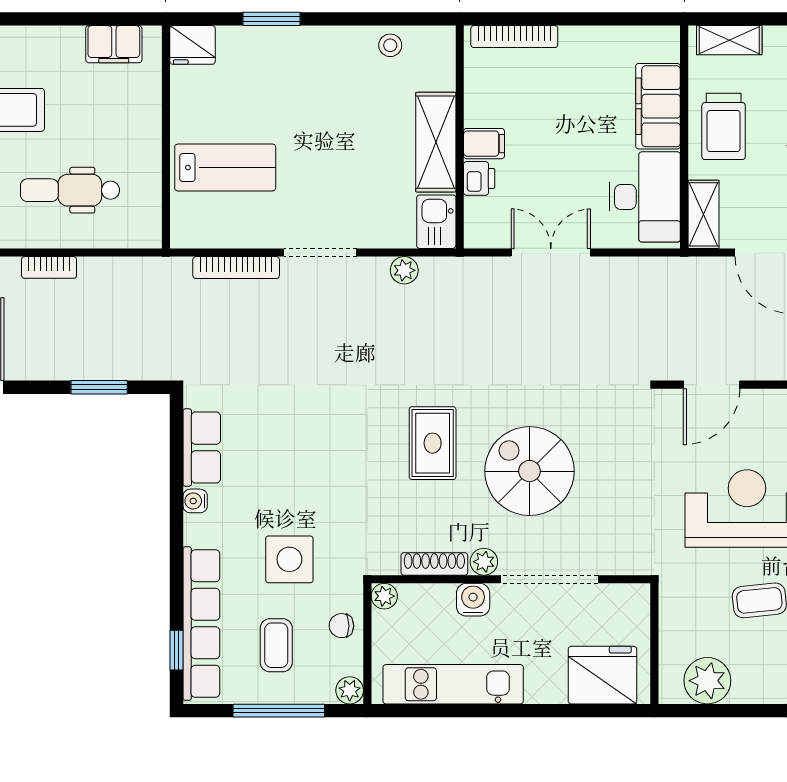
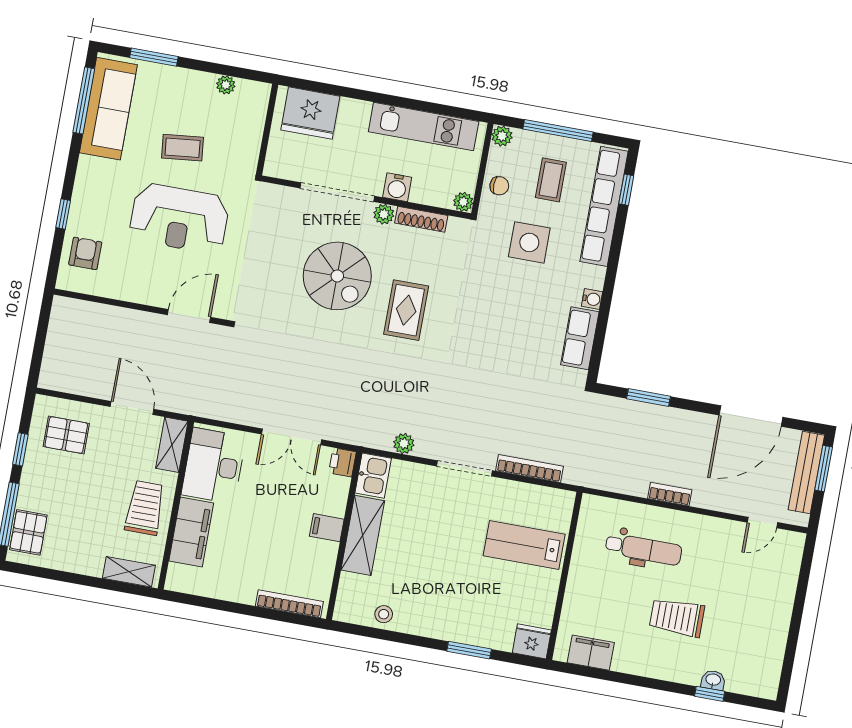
printer: (479, 178) -> (342, 462), moved
plant: (707, 681) -> (226, 85), width x0.53, depth x0.53

